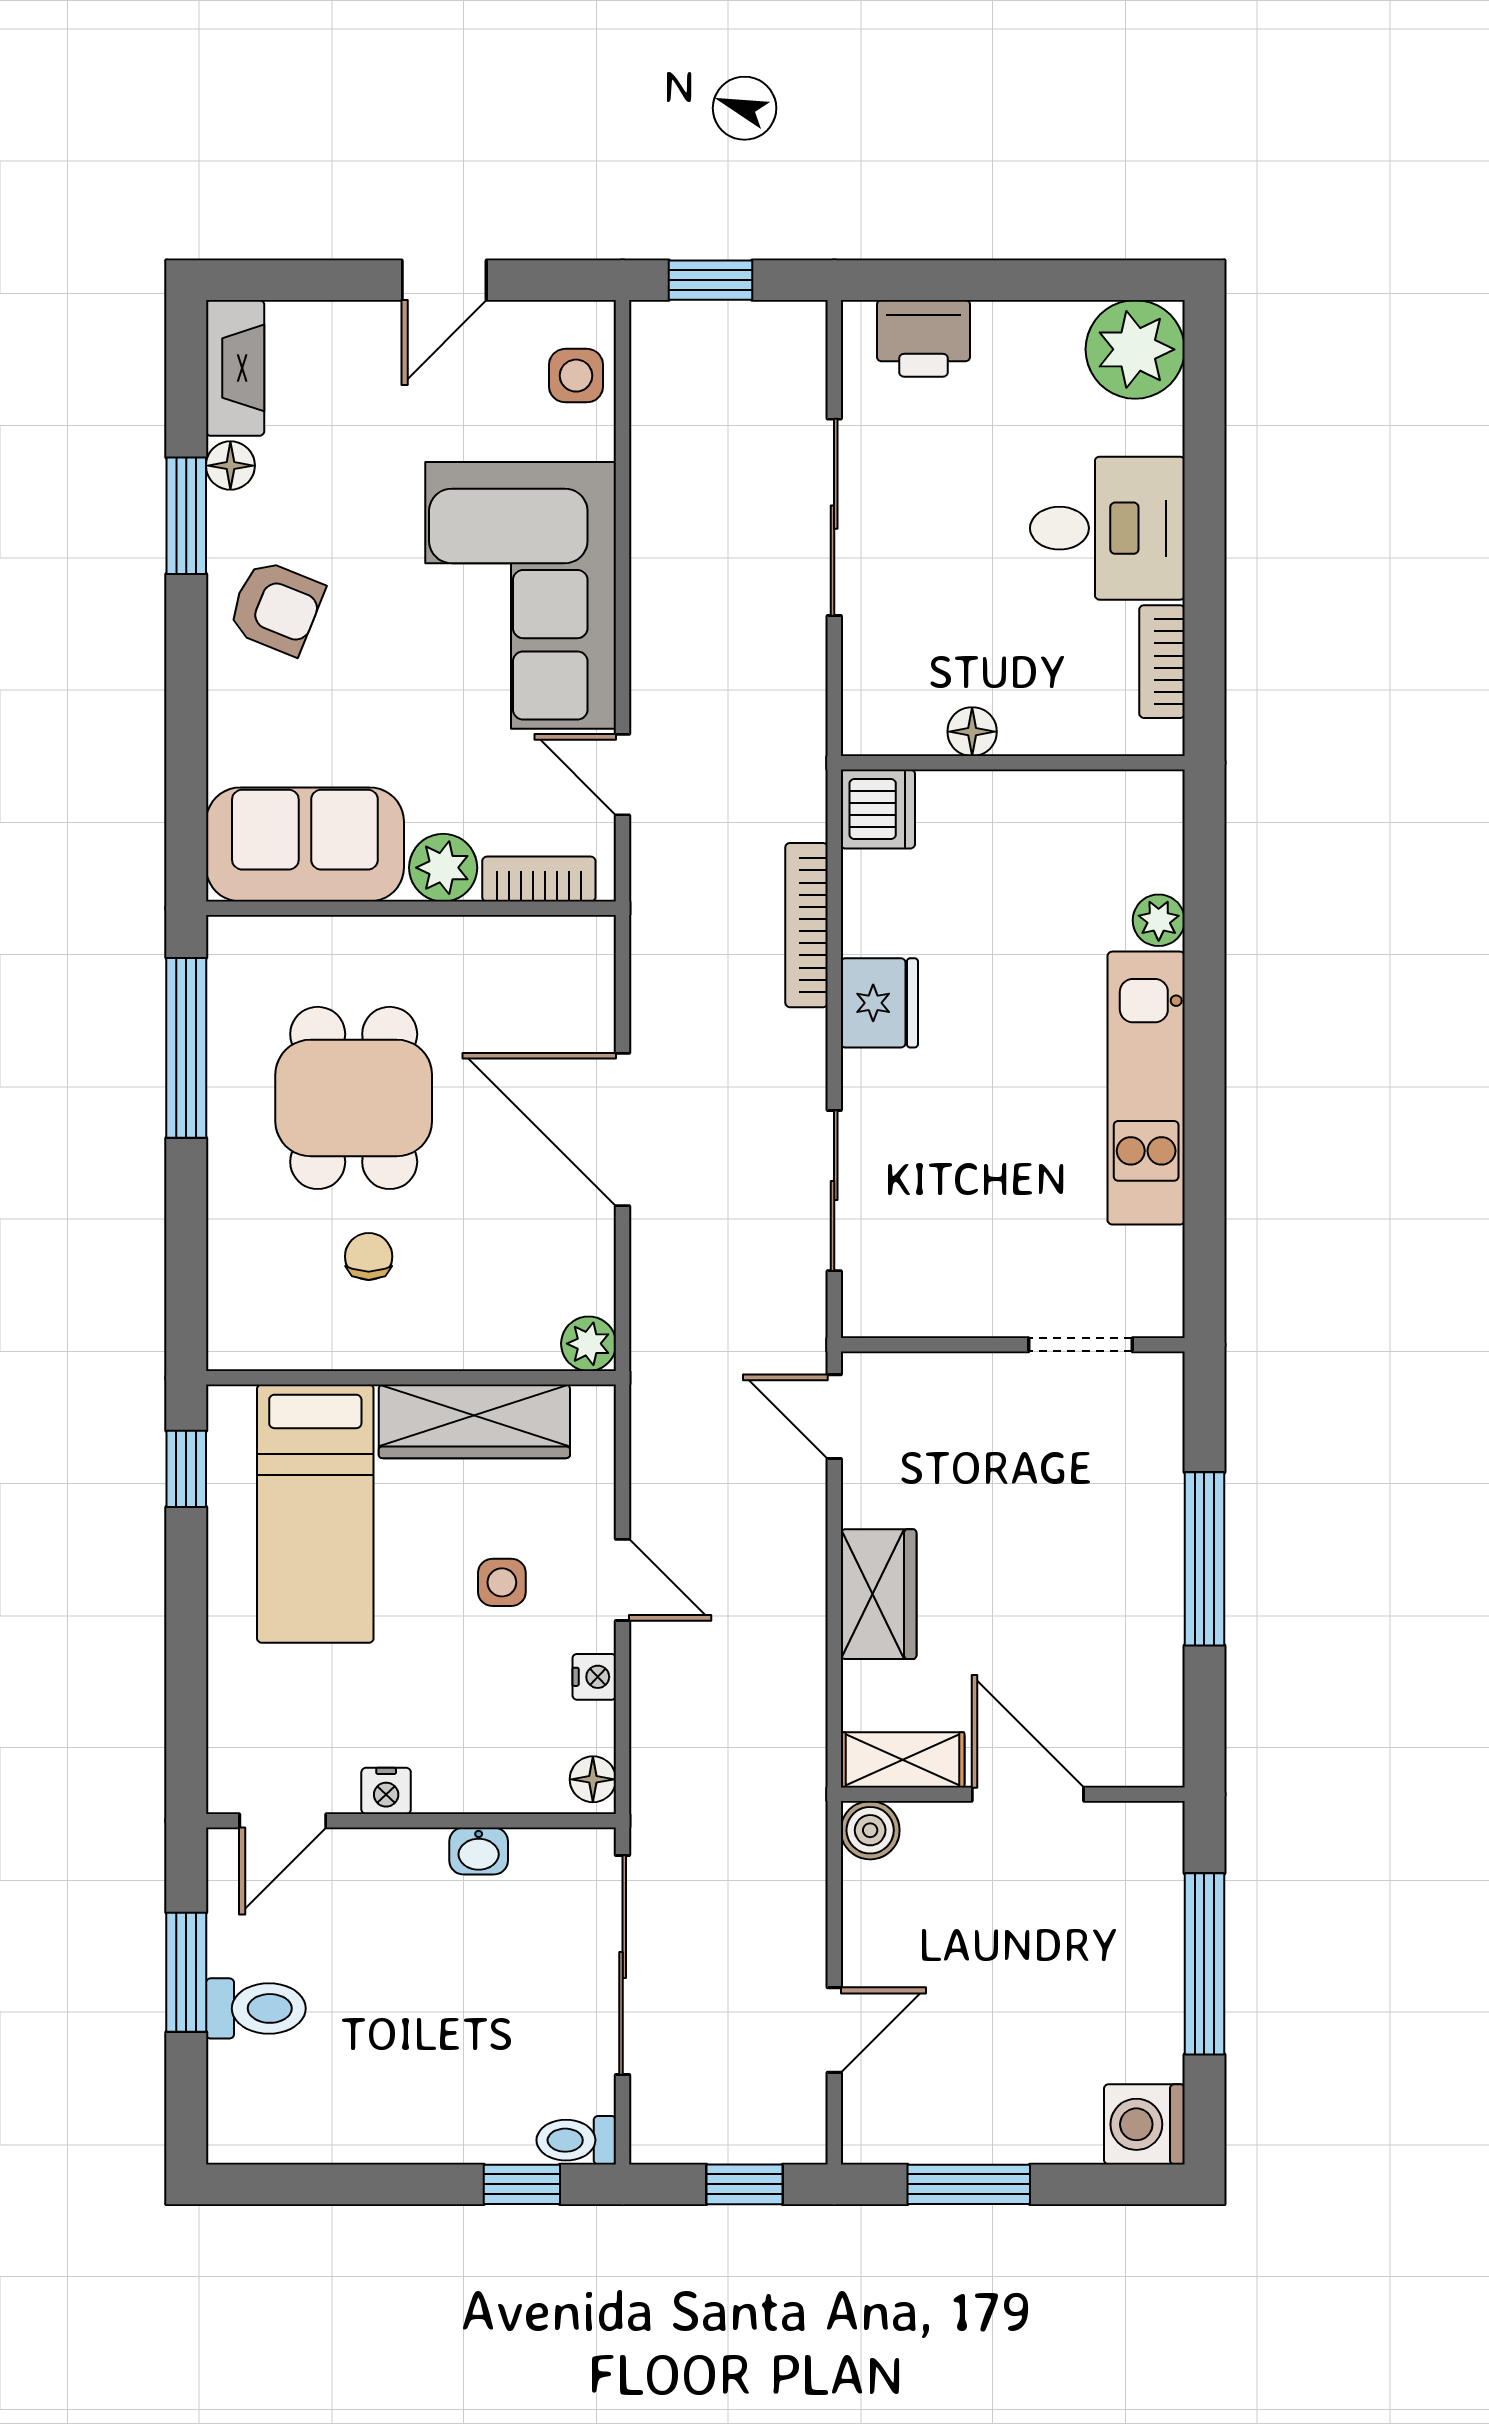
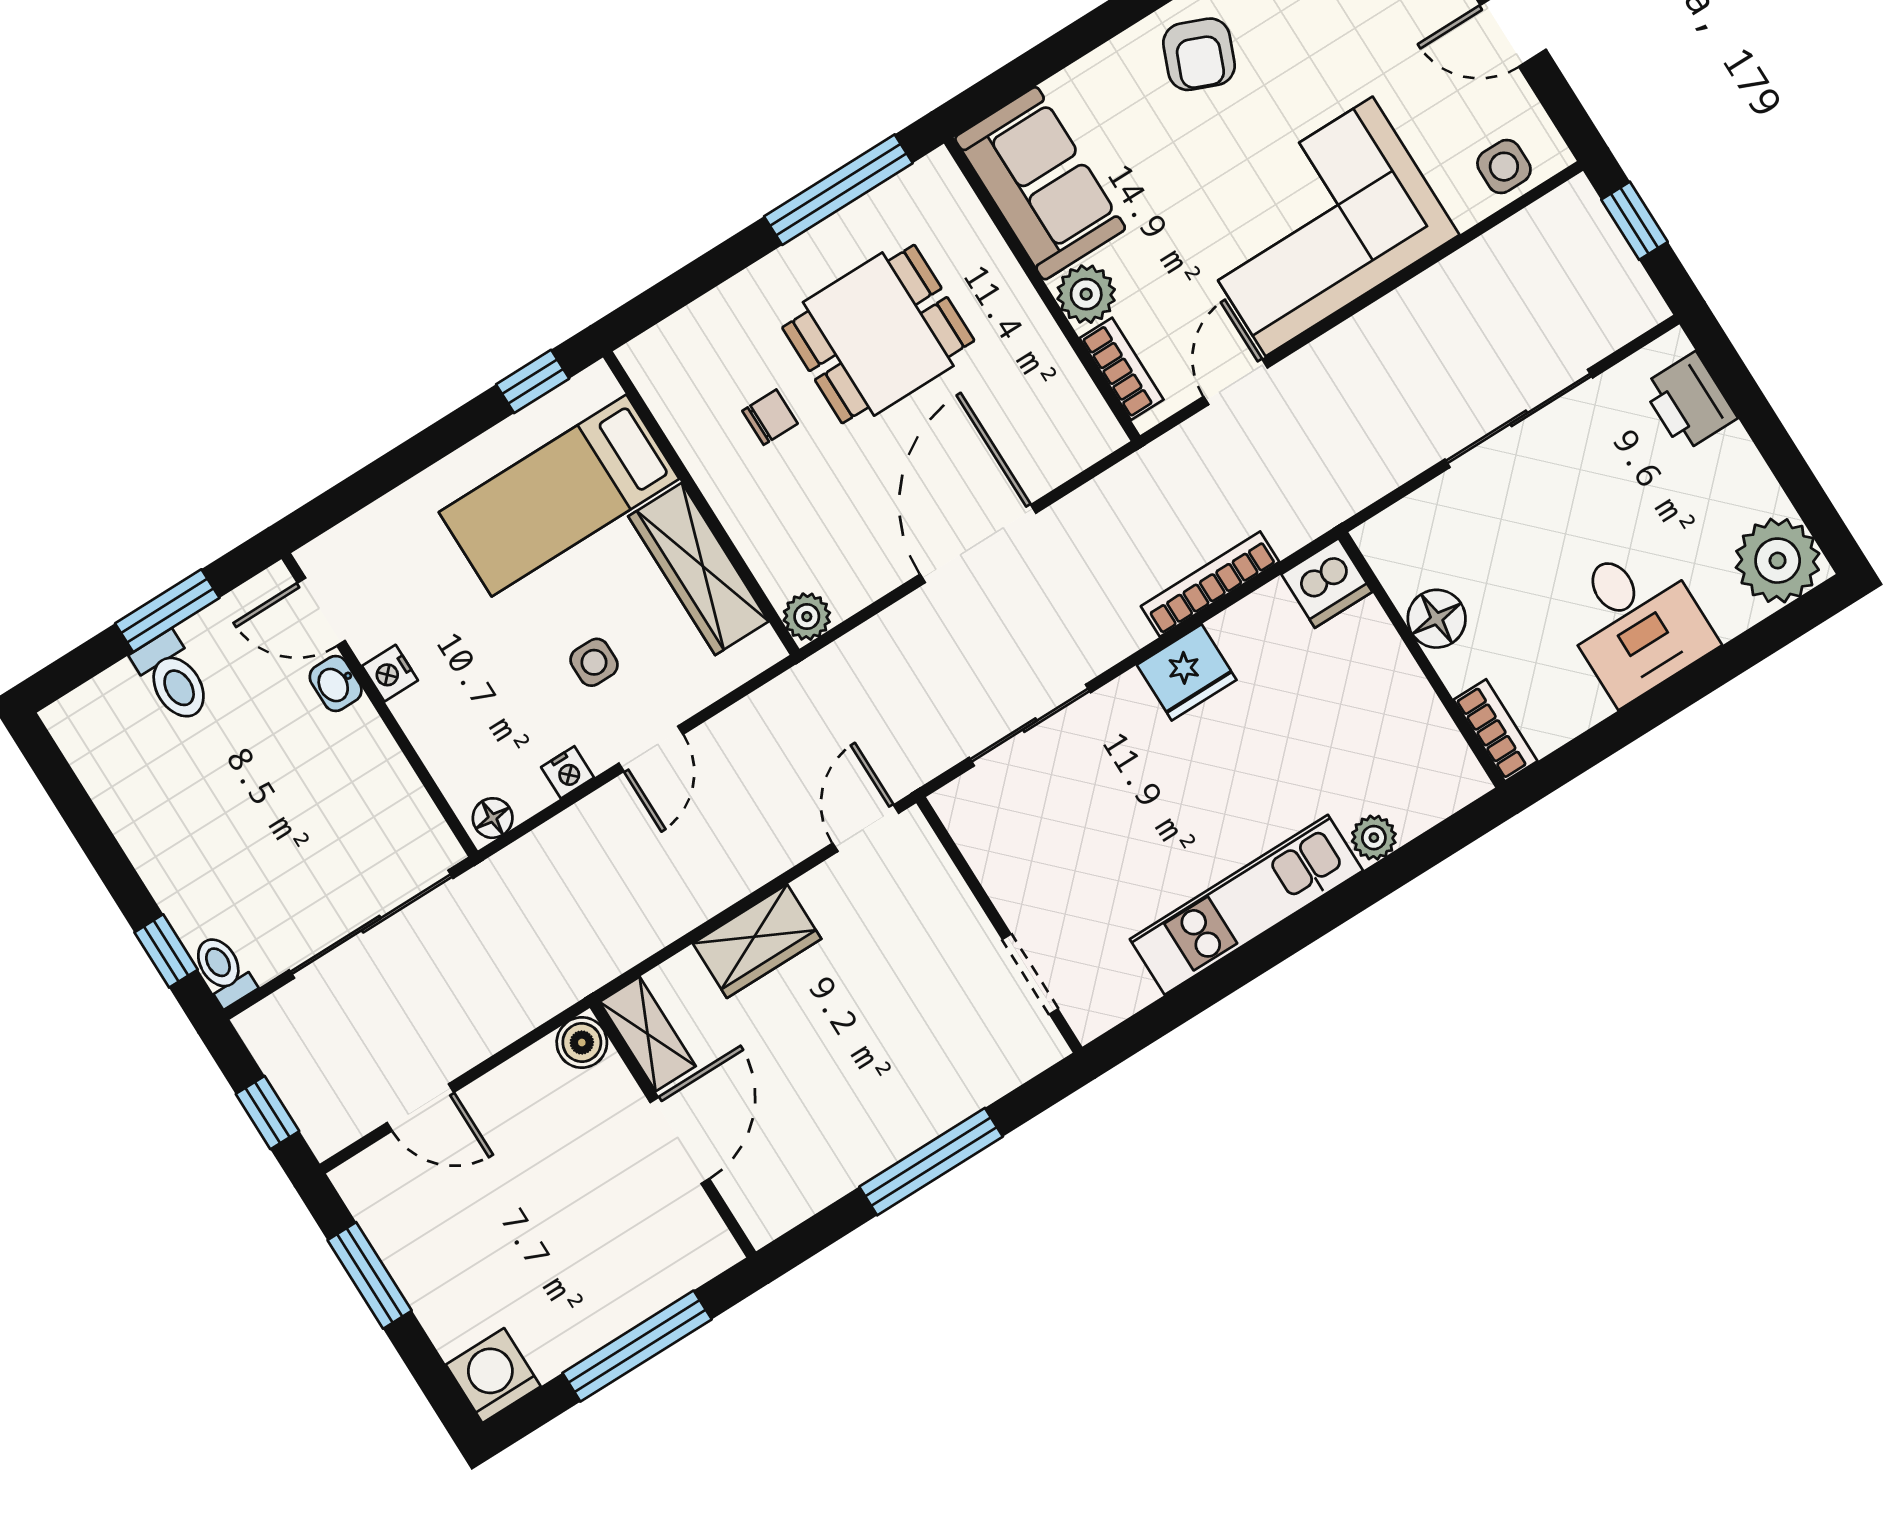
bookcase: (1162, 662) -> (1495, 730), moved, turned 90
floor lamp: (972, 732) -> (1437, 619), width x1.37, depth x1.37
washbasin: (479, 1851) -> (336, 684), moved

